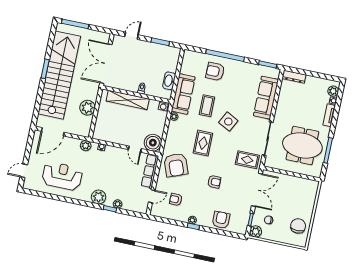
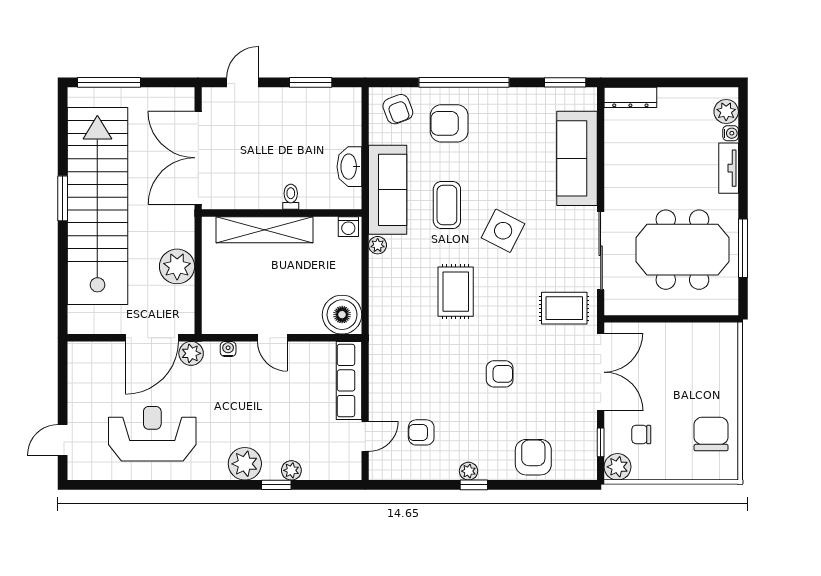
door: (53, 132) -> (152, 338), moved
door: (135, 149) -> (272, 338), moved
armchair: (176, 165) -> (398, 109), moved, width x0.53, depth x0.53

